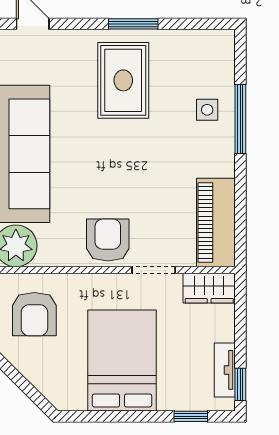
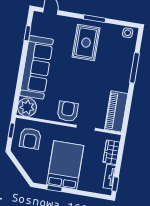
side table: (207, 110) -> (128, 33), moved
wardrobe: (209, 288) -> (111, 152), moved, turned 90
window: (191, 416) -> (54, 188), moved

